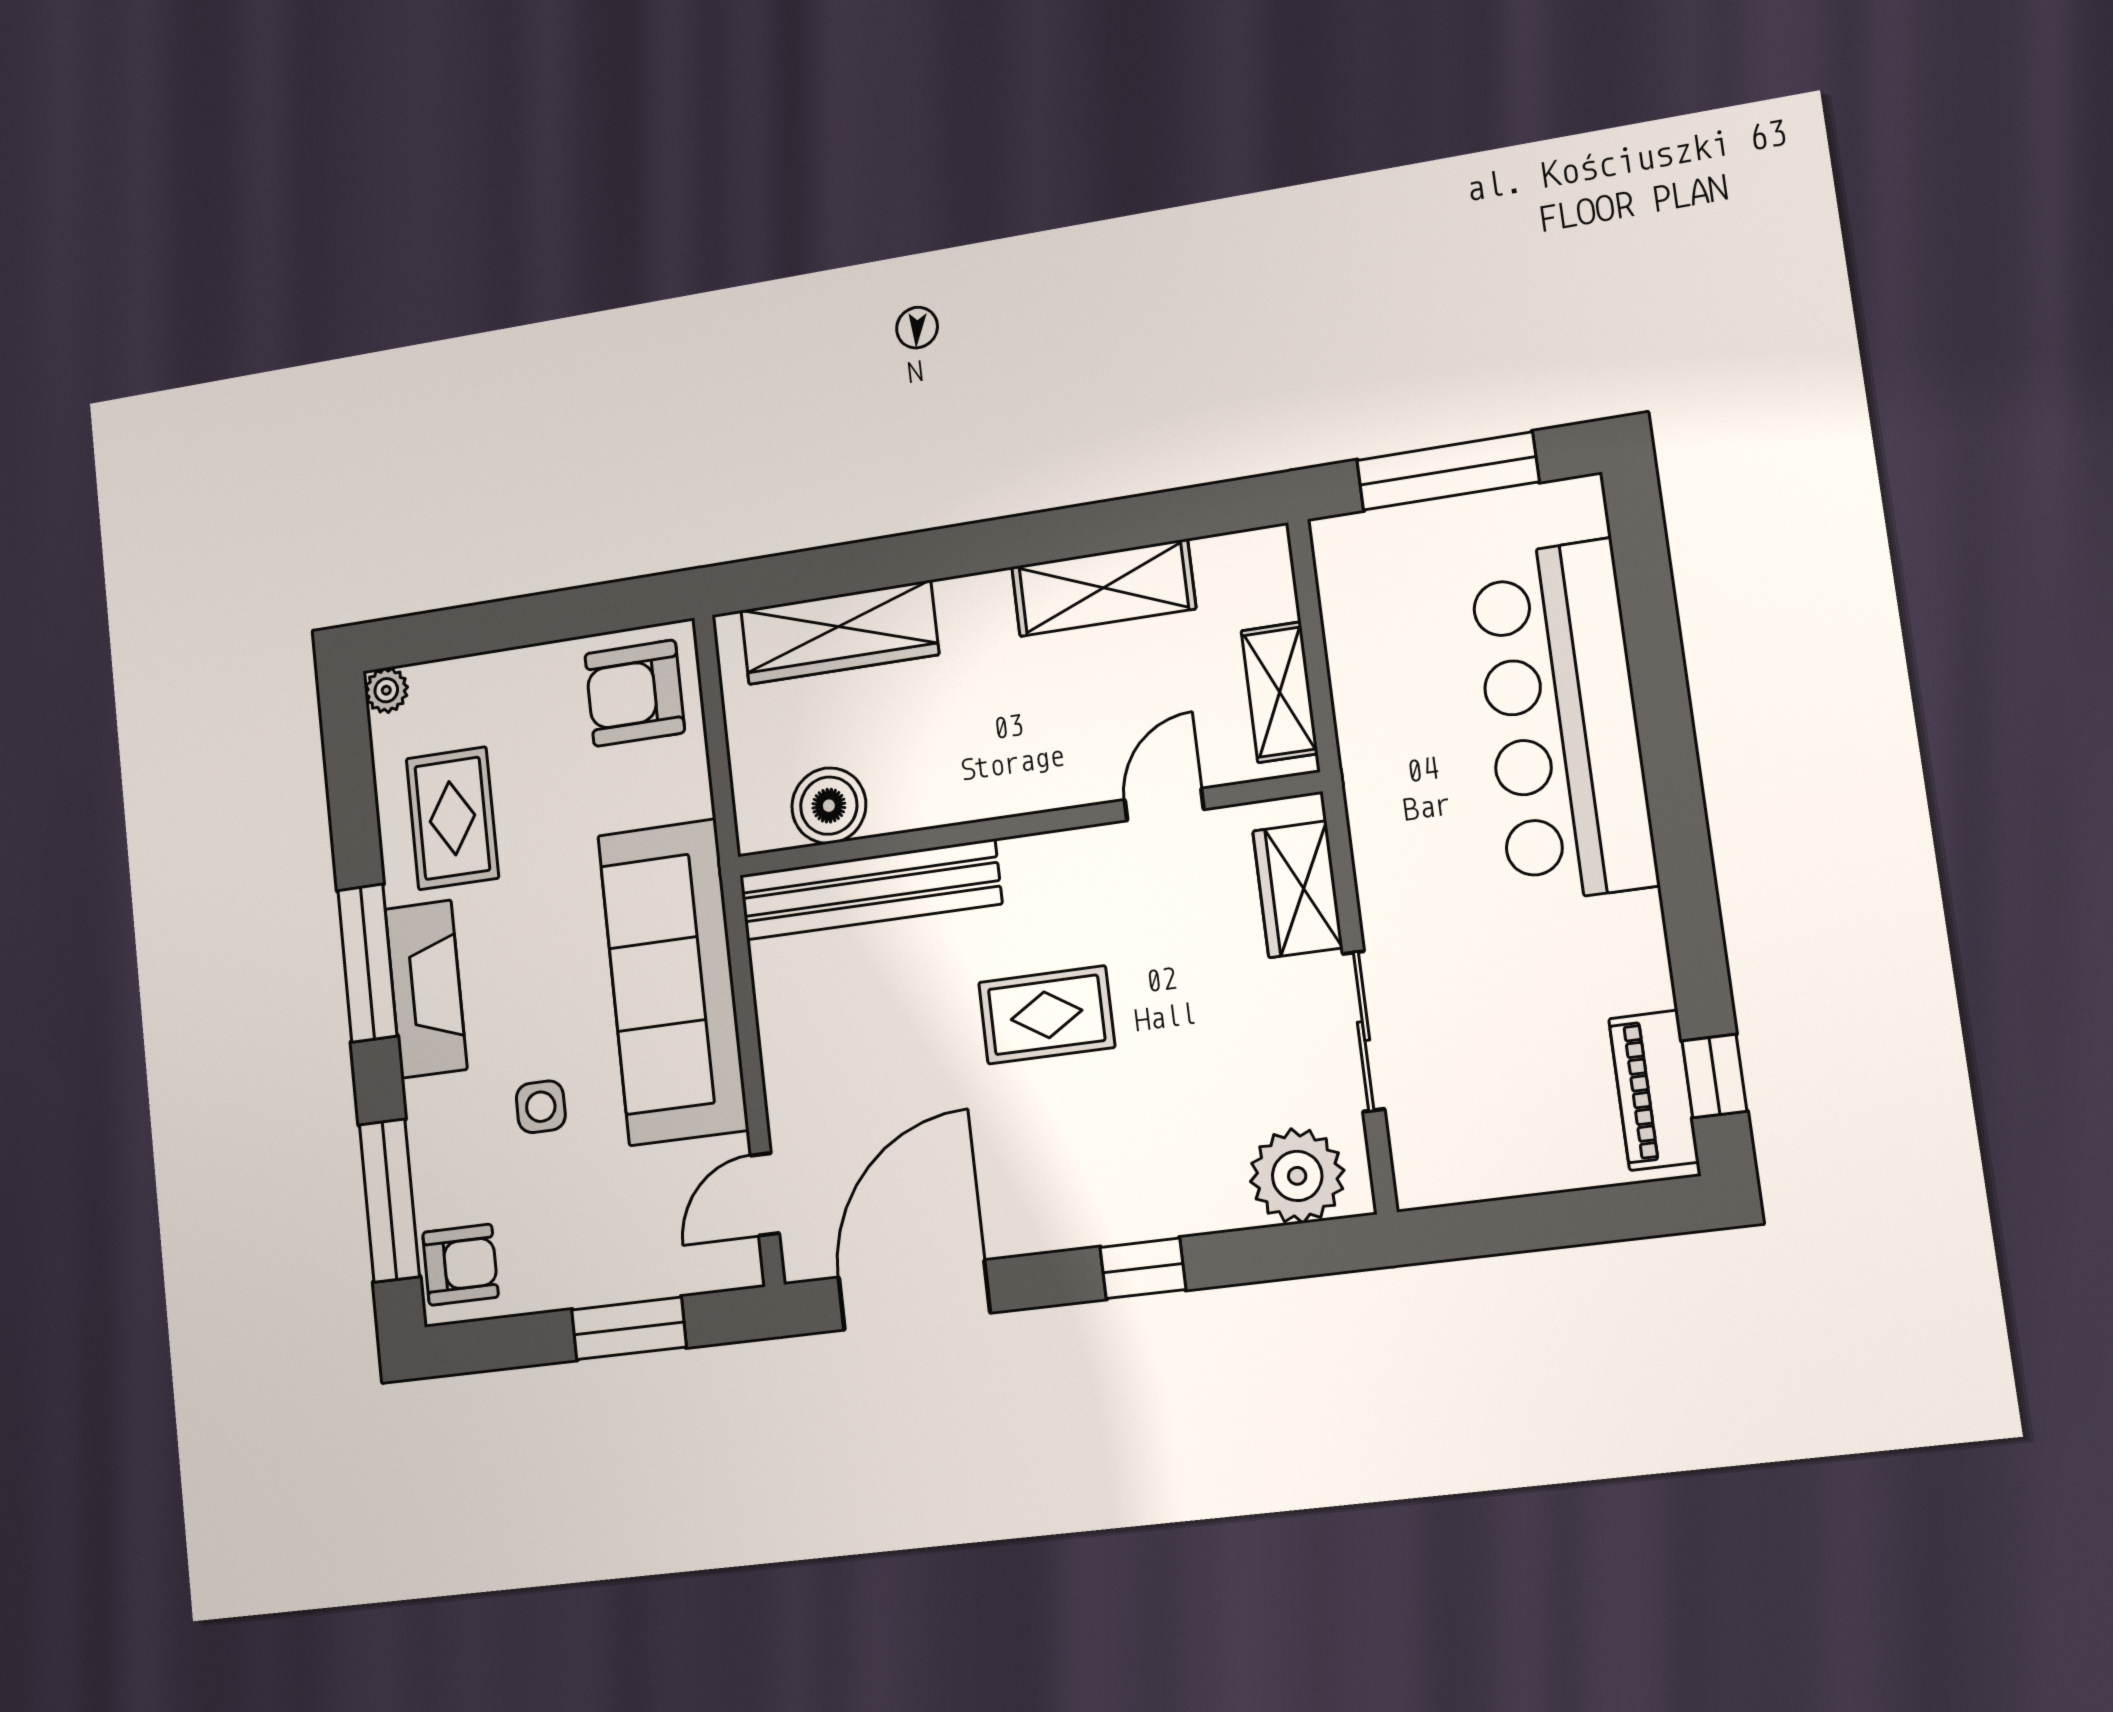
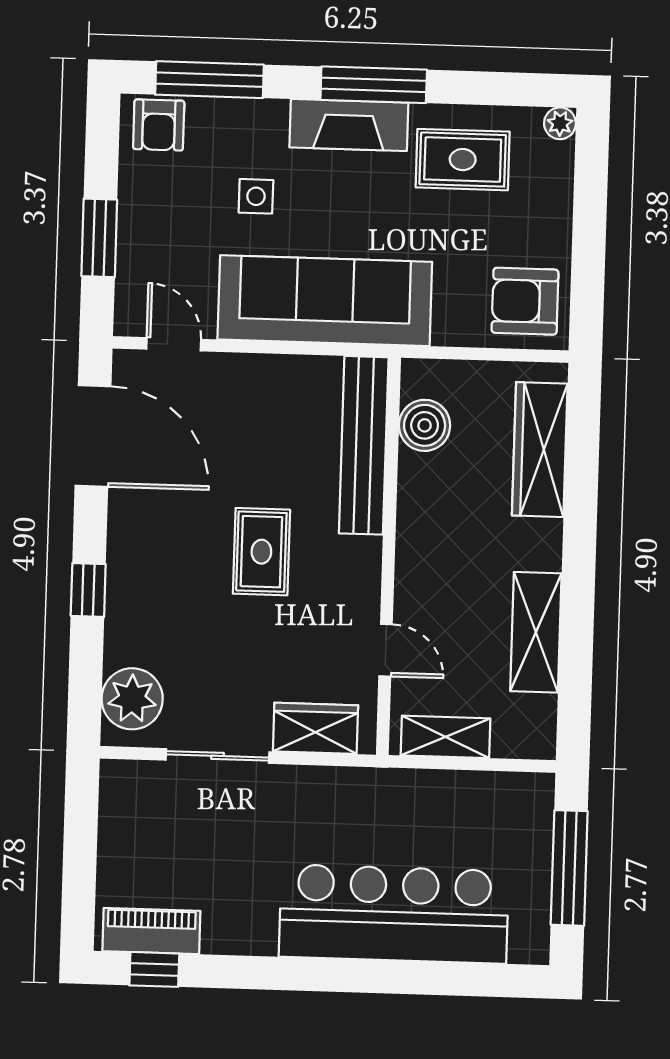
armchair: (635, 693) -> (525, 301), turned -90

